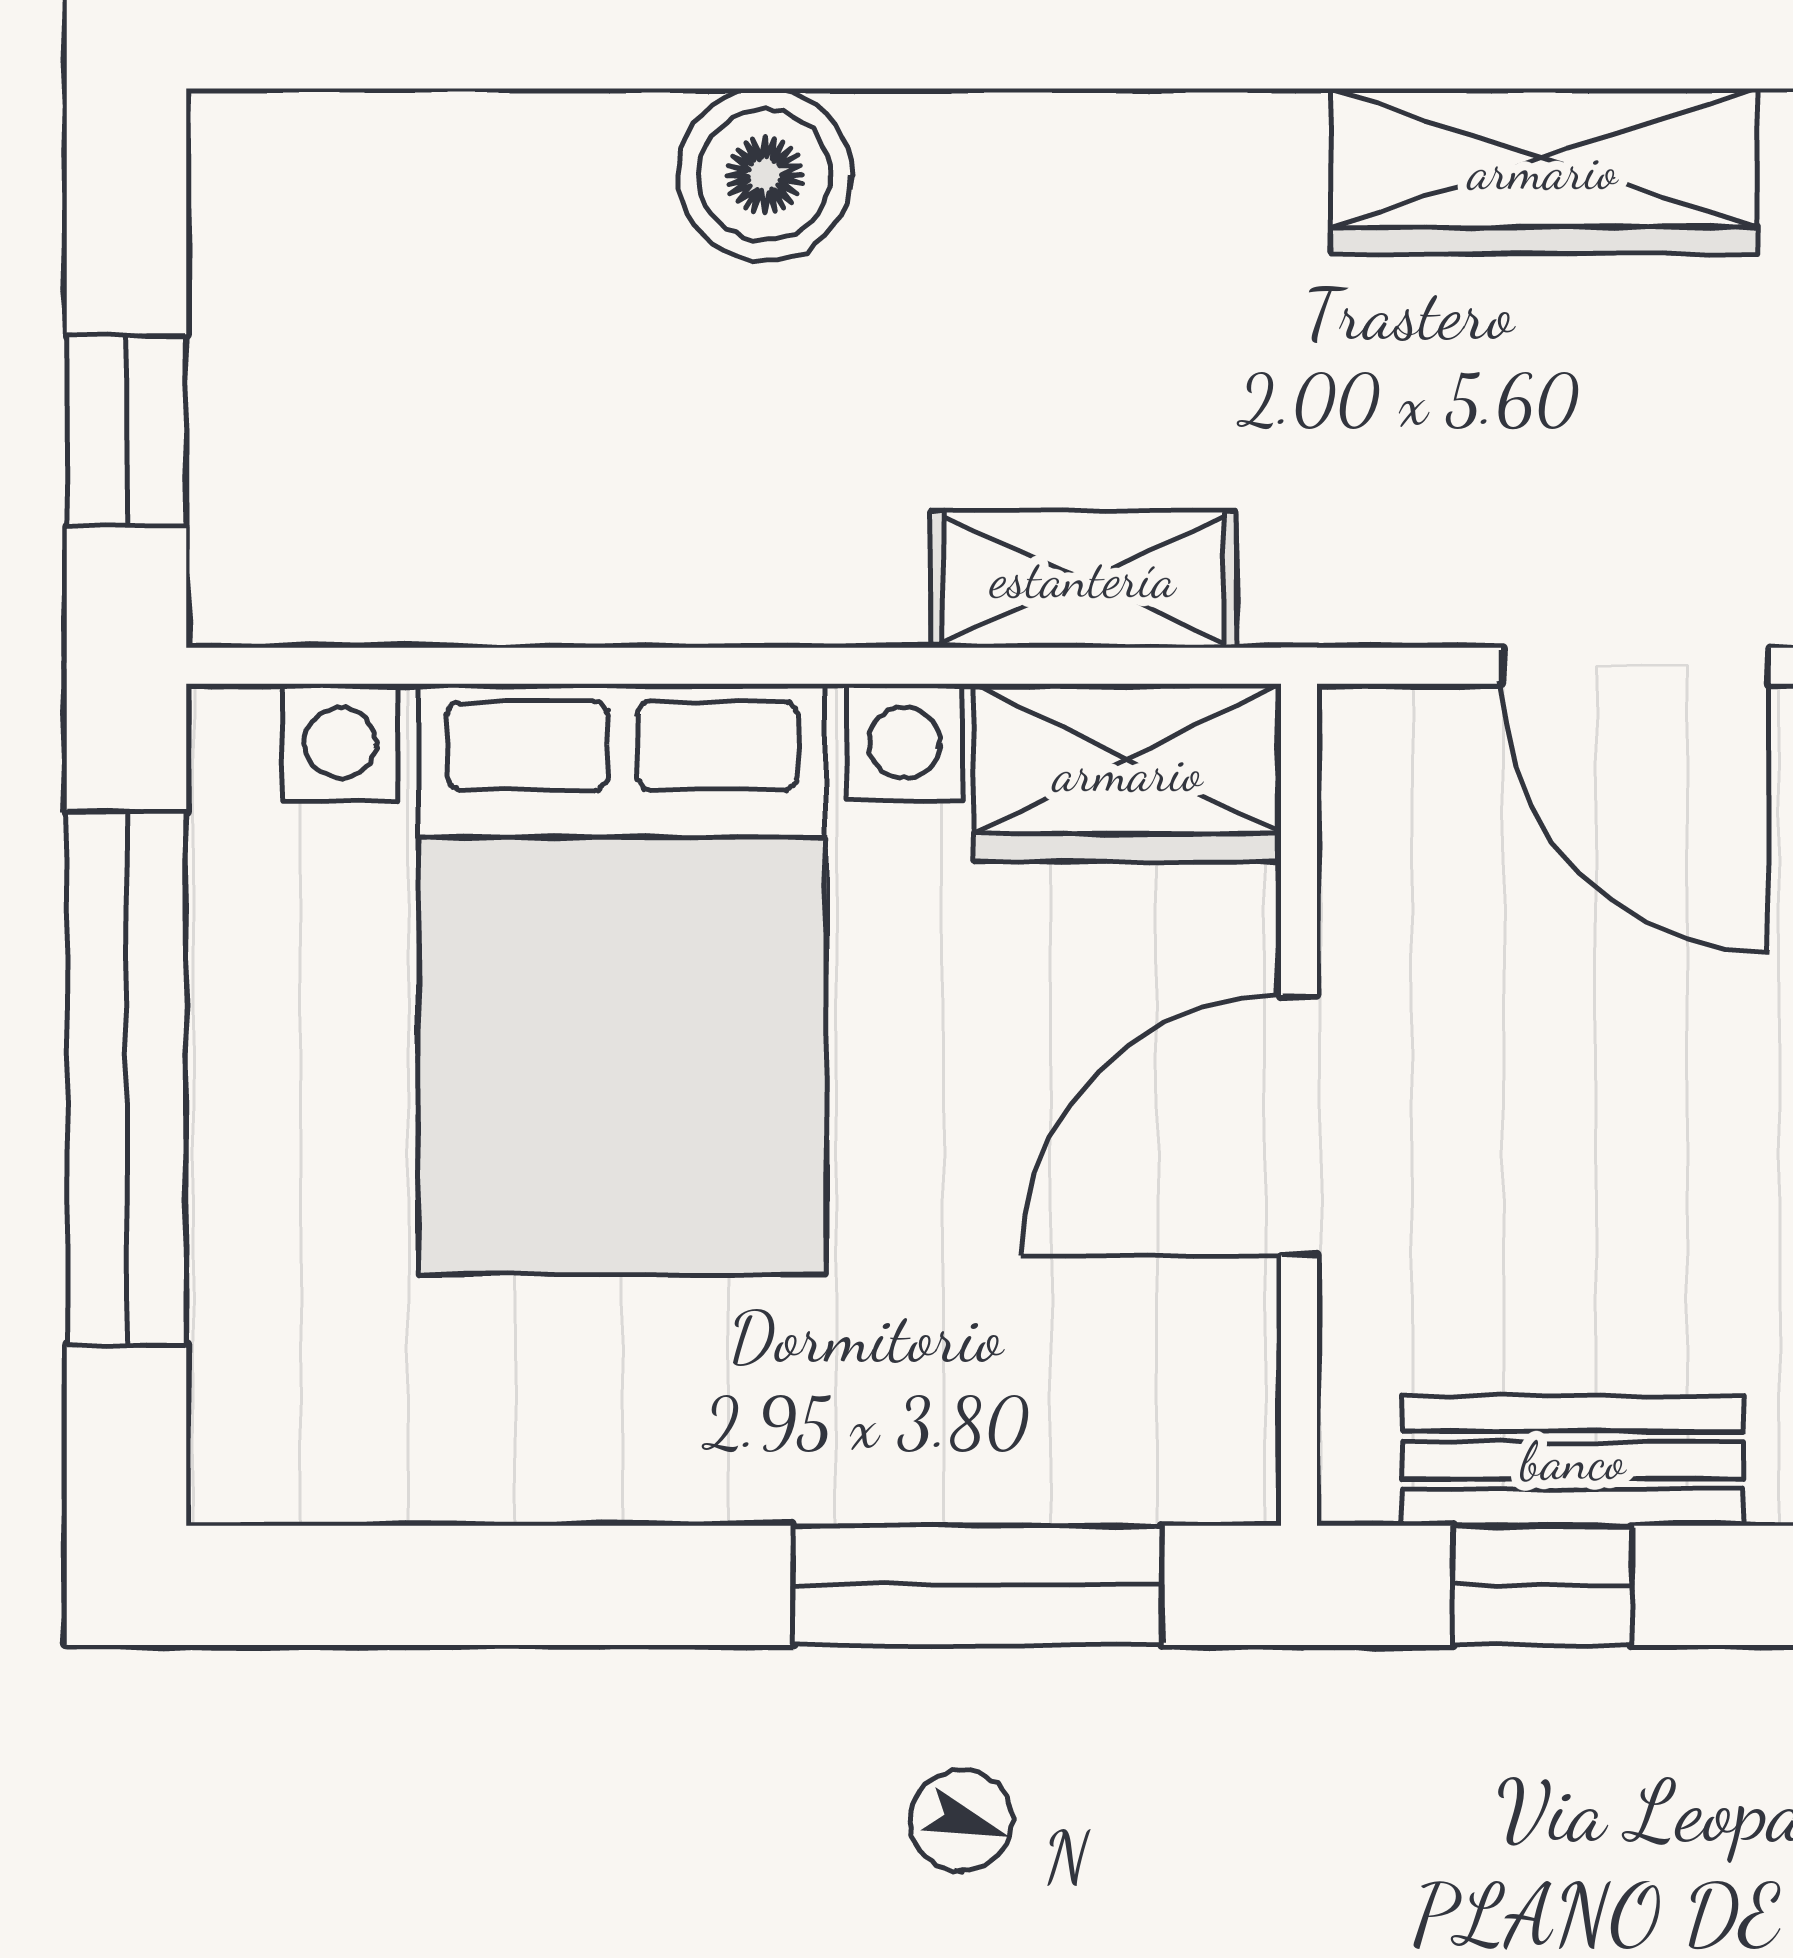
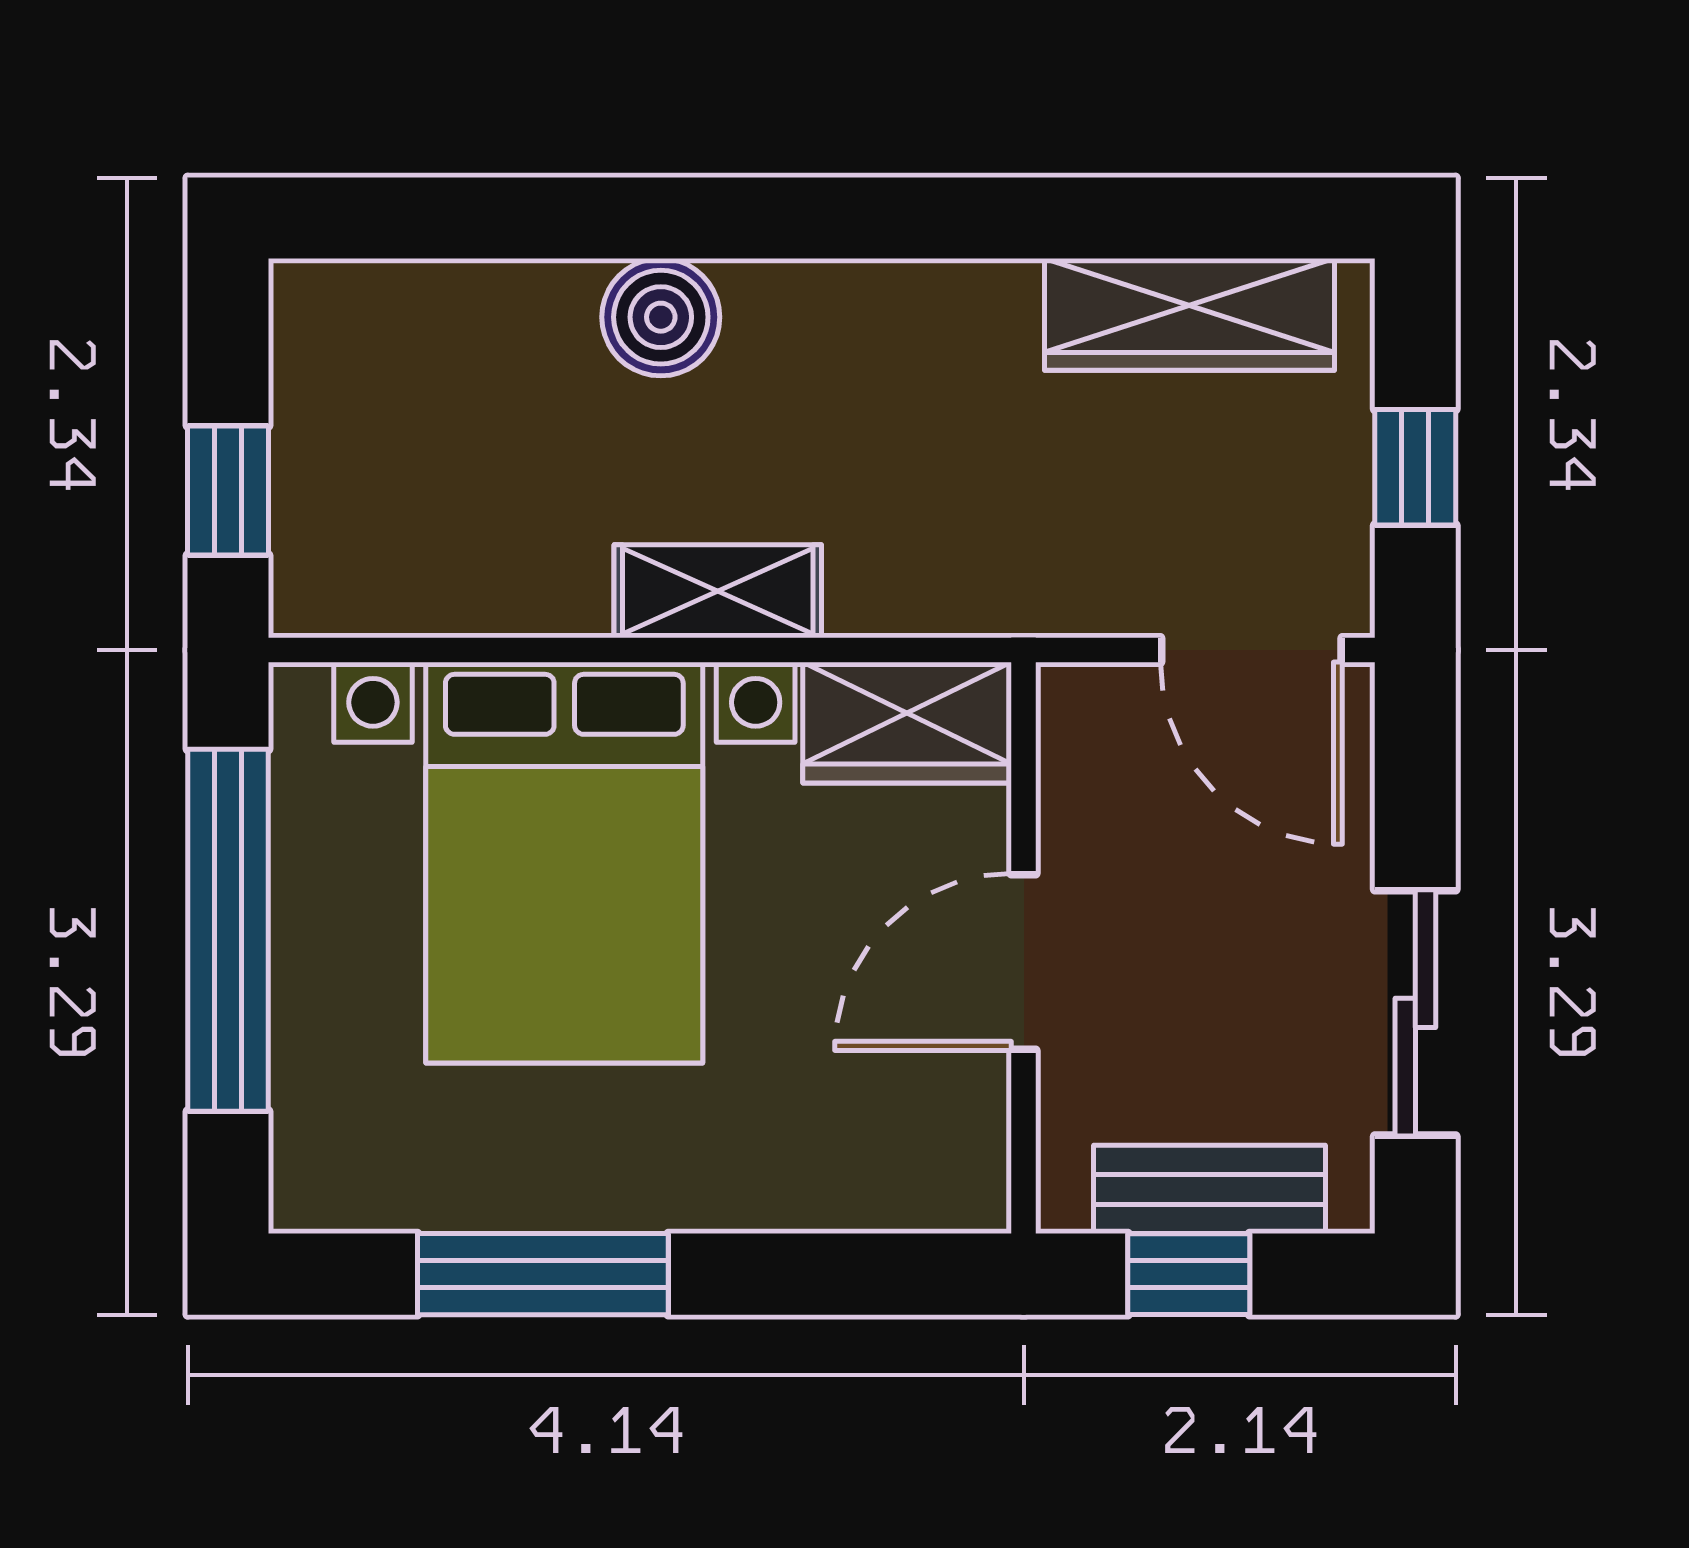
shelving: (1083, 579) -> (718, 591), moved
window: (978, 1585) -> (543, 1274), moved

